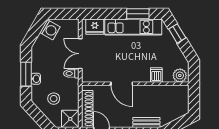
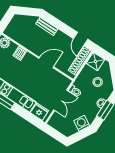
washing machine: (50, 30) -> (82, 123), moved
door: (122, 84) -> (46, 63), hinge flipped

